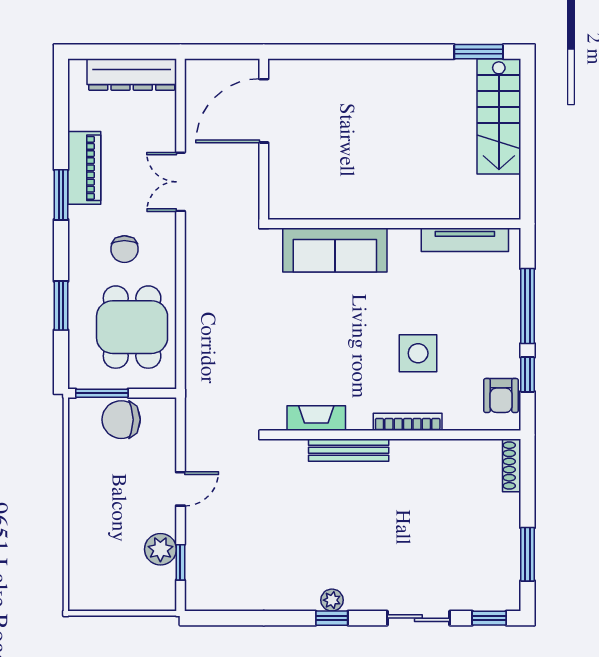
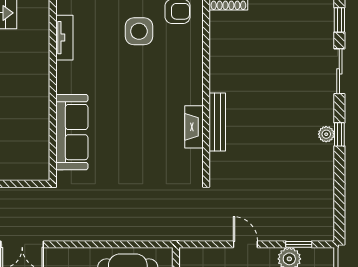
tv unit: (465, 240) -> (64, 38), width x0.71
side table: (418, 353) -> (139, 31), moved
fireplace: (316, 418) -> (194, 127), moved
bookcase: (408, 422) -> (197, 79), removed

